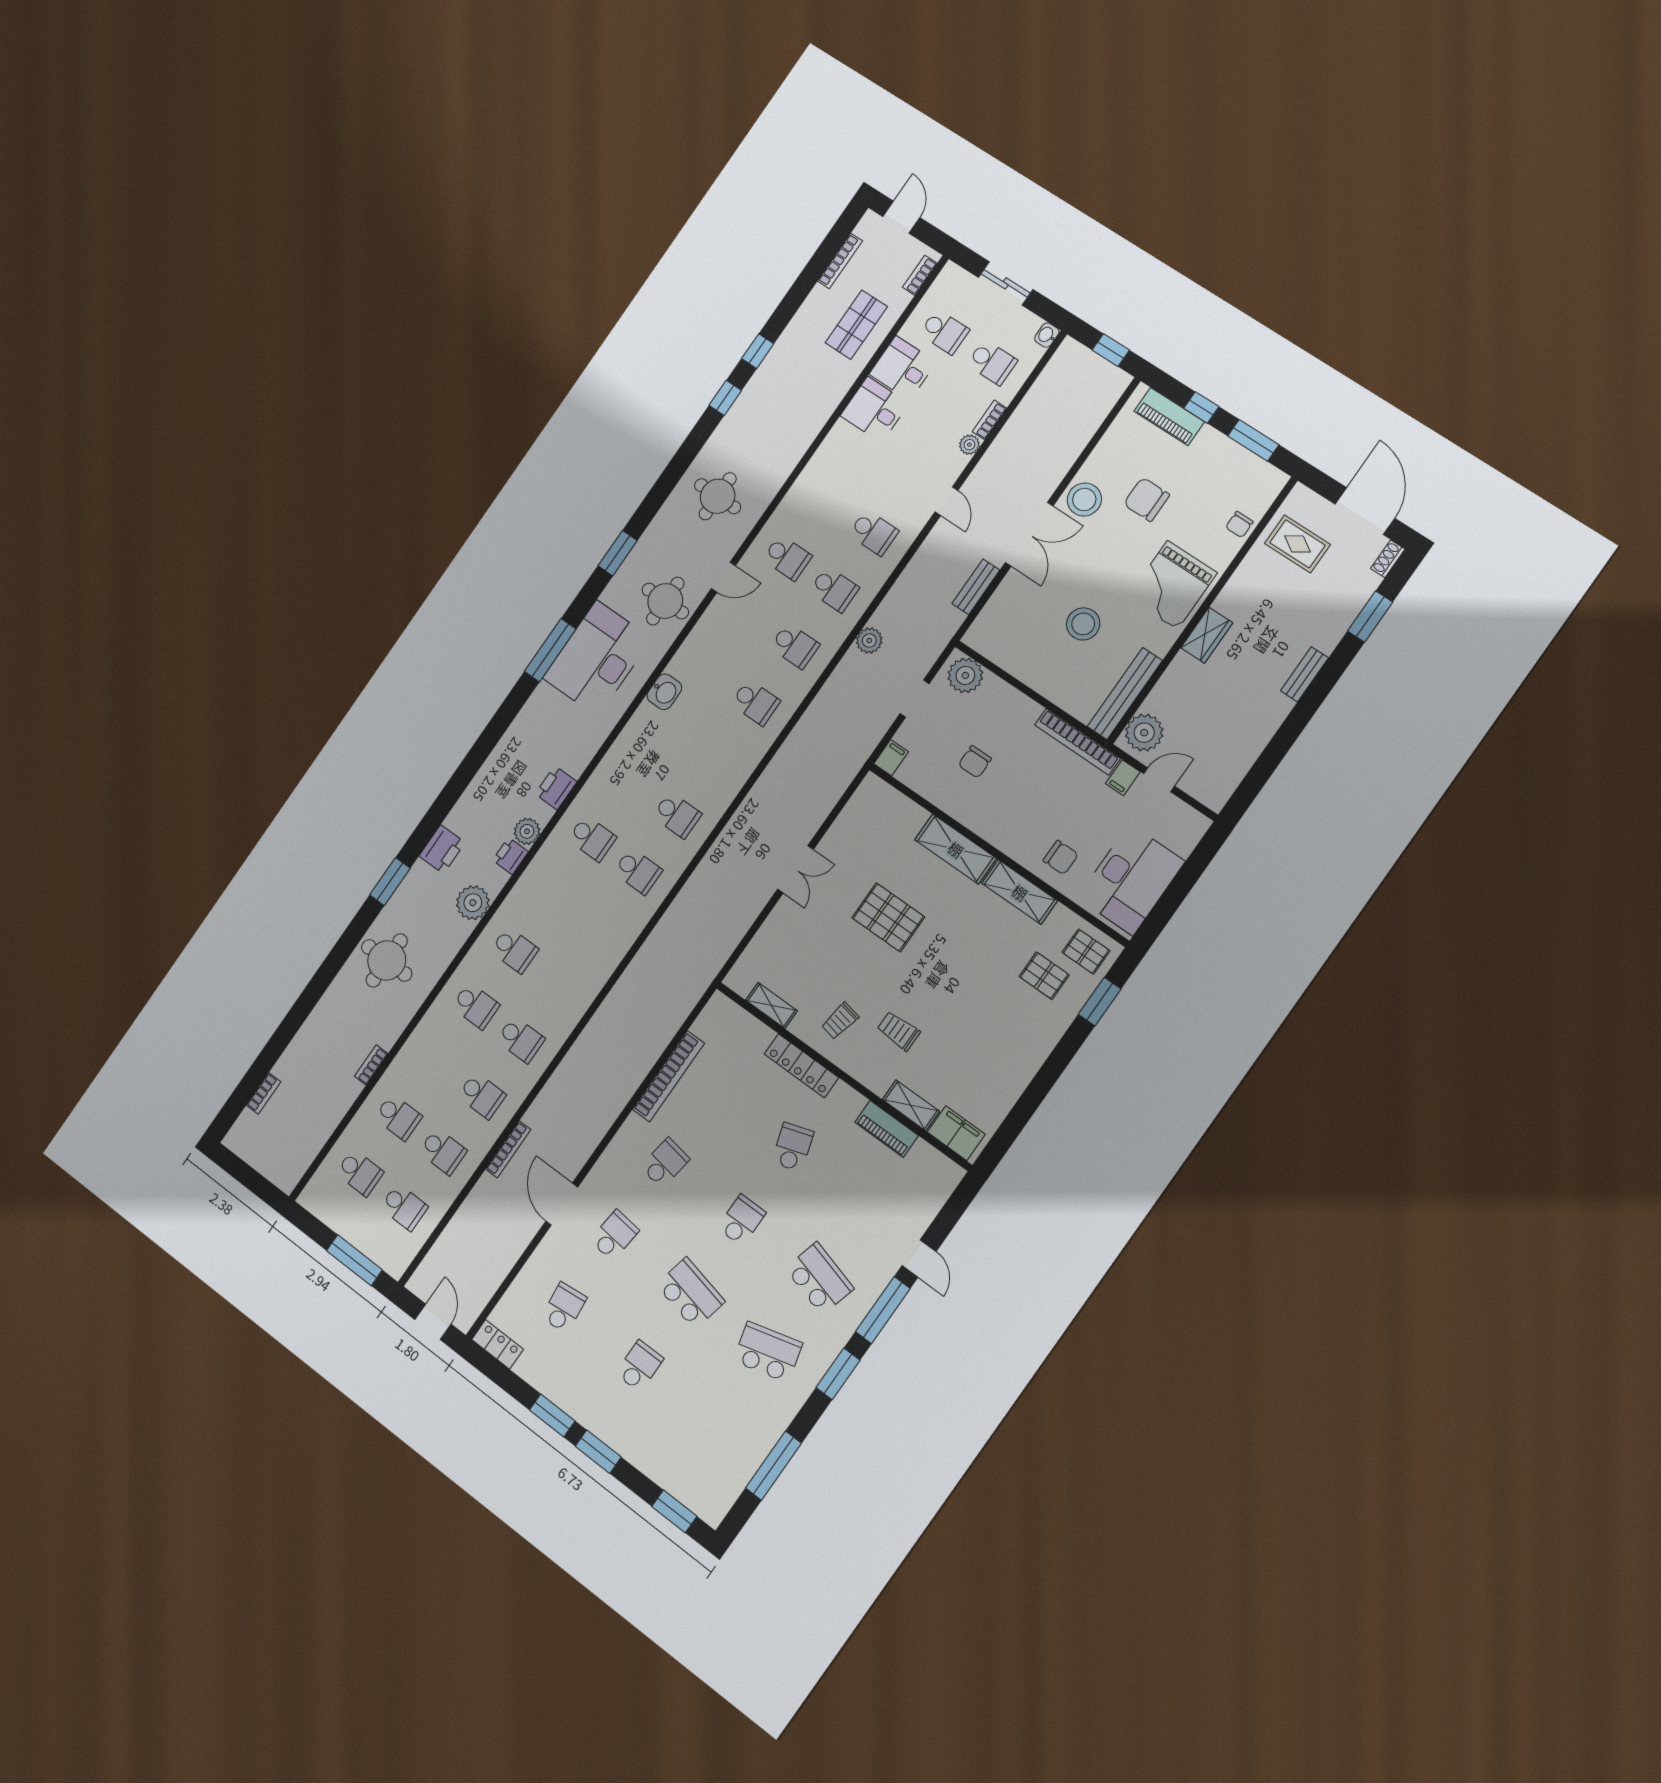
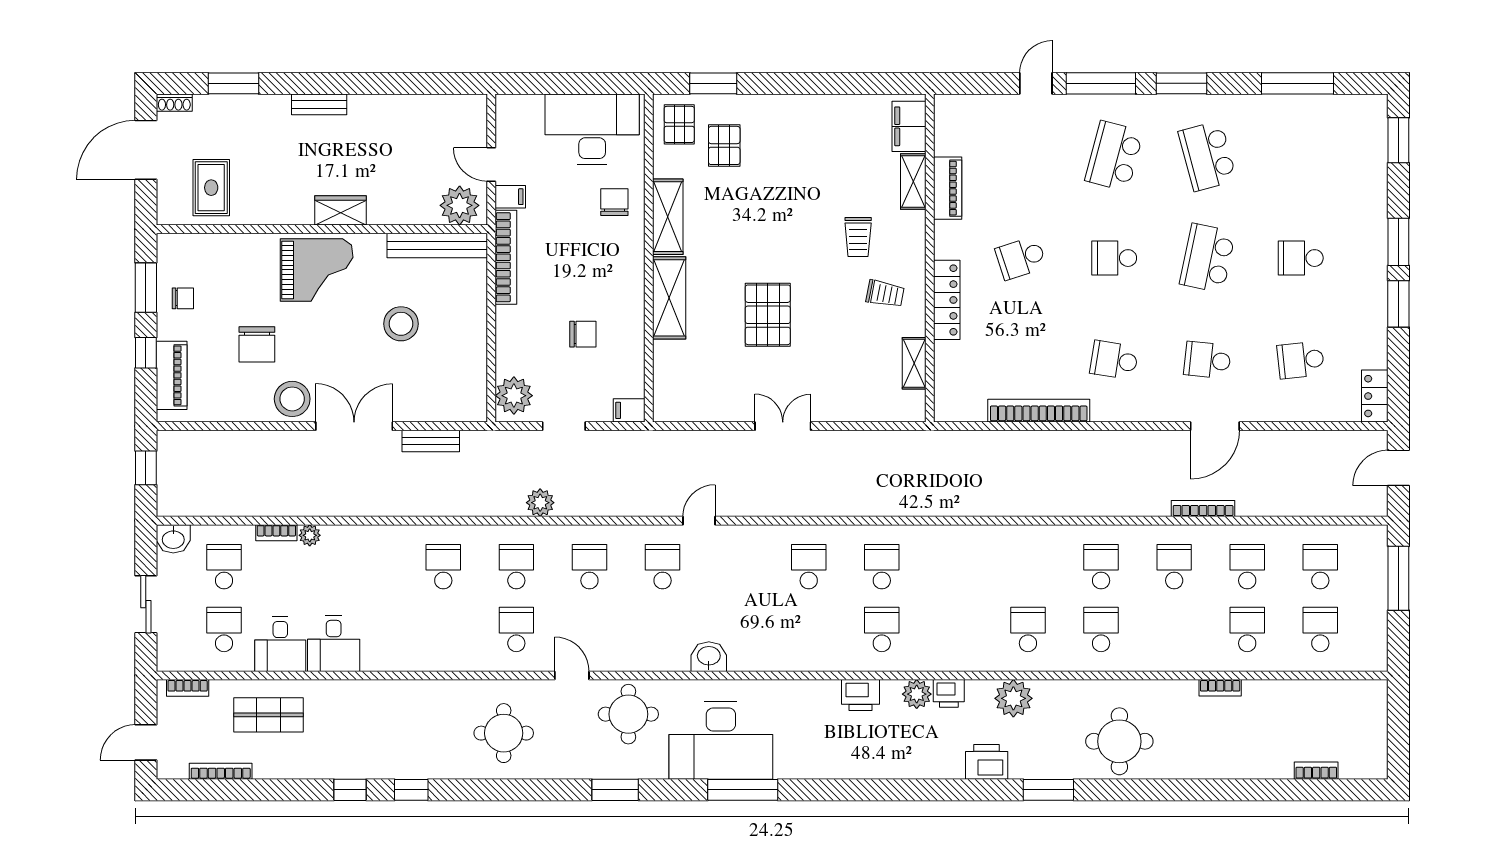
washbasin: (1047, 335) -> (173, 539), width x1.38, depth x1.45
door: (947, 501) -> (699, 521), moved
chair: (1239, 524) -> (183, 298), moved

